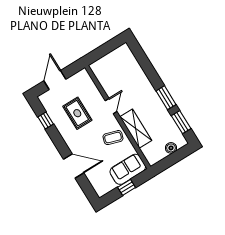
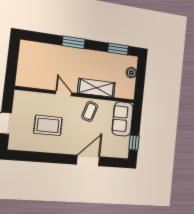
window: (166, 98) -> (74, 42), moved
window: (46, 120) -> (34, 157), removed
window: (127, 187) -> (134, 143), moved

